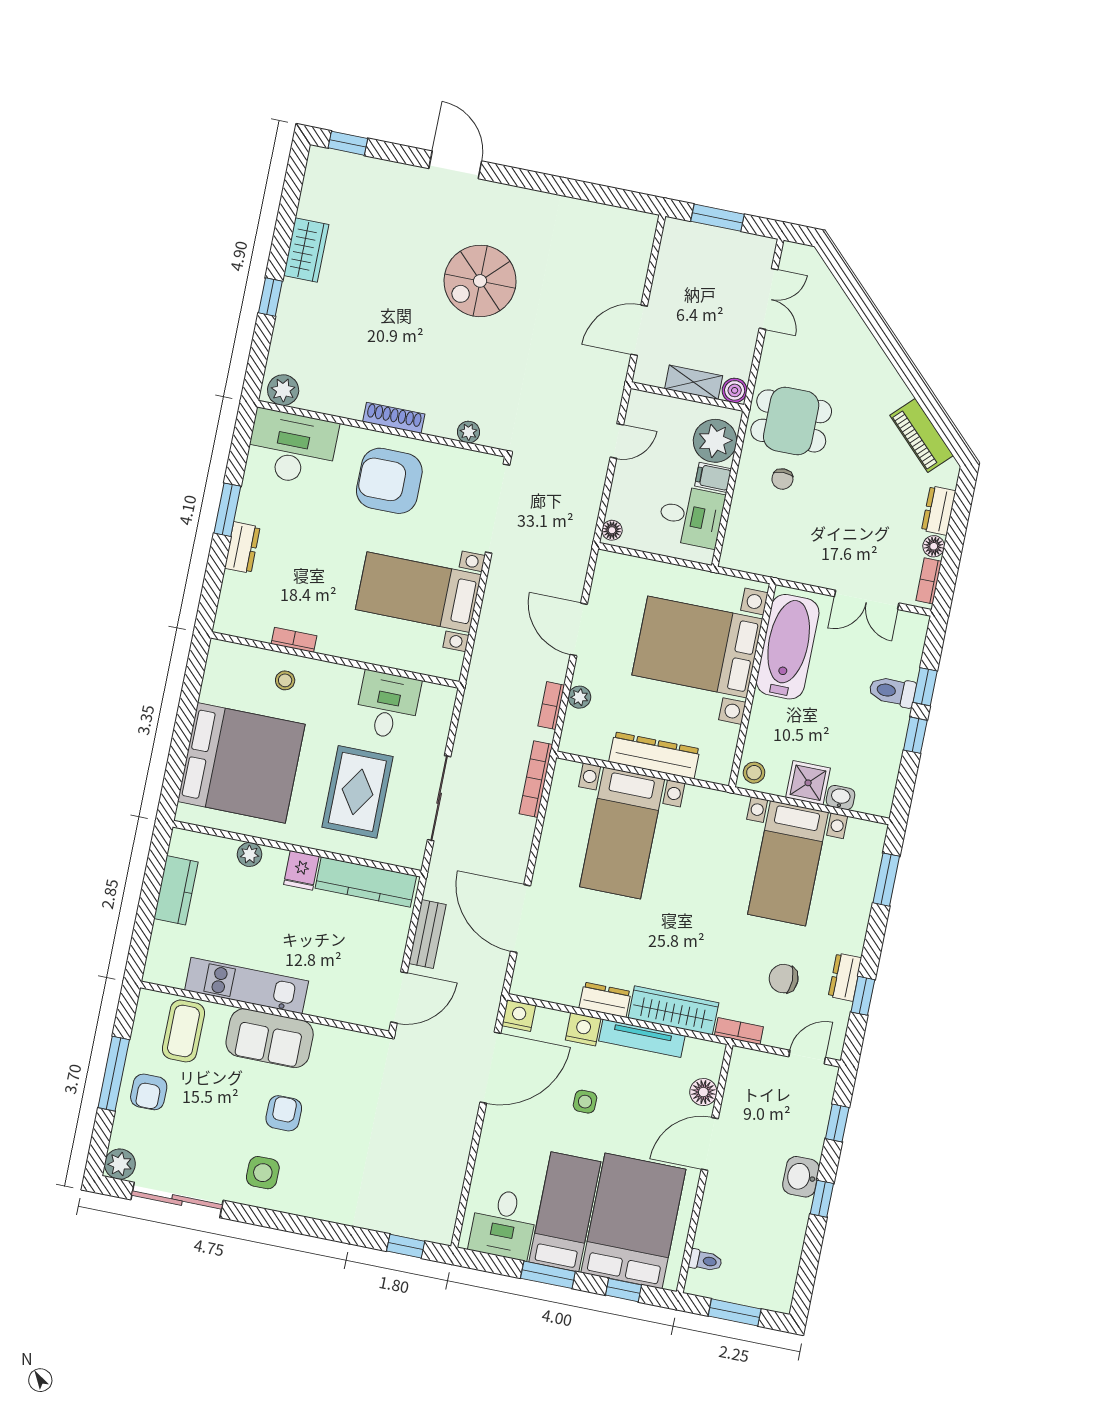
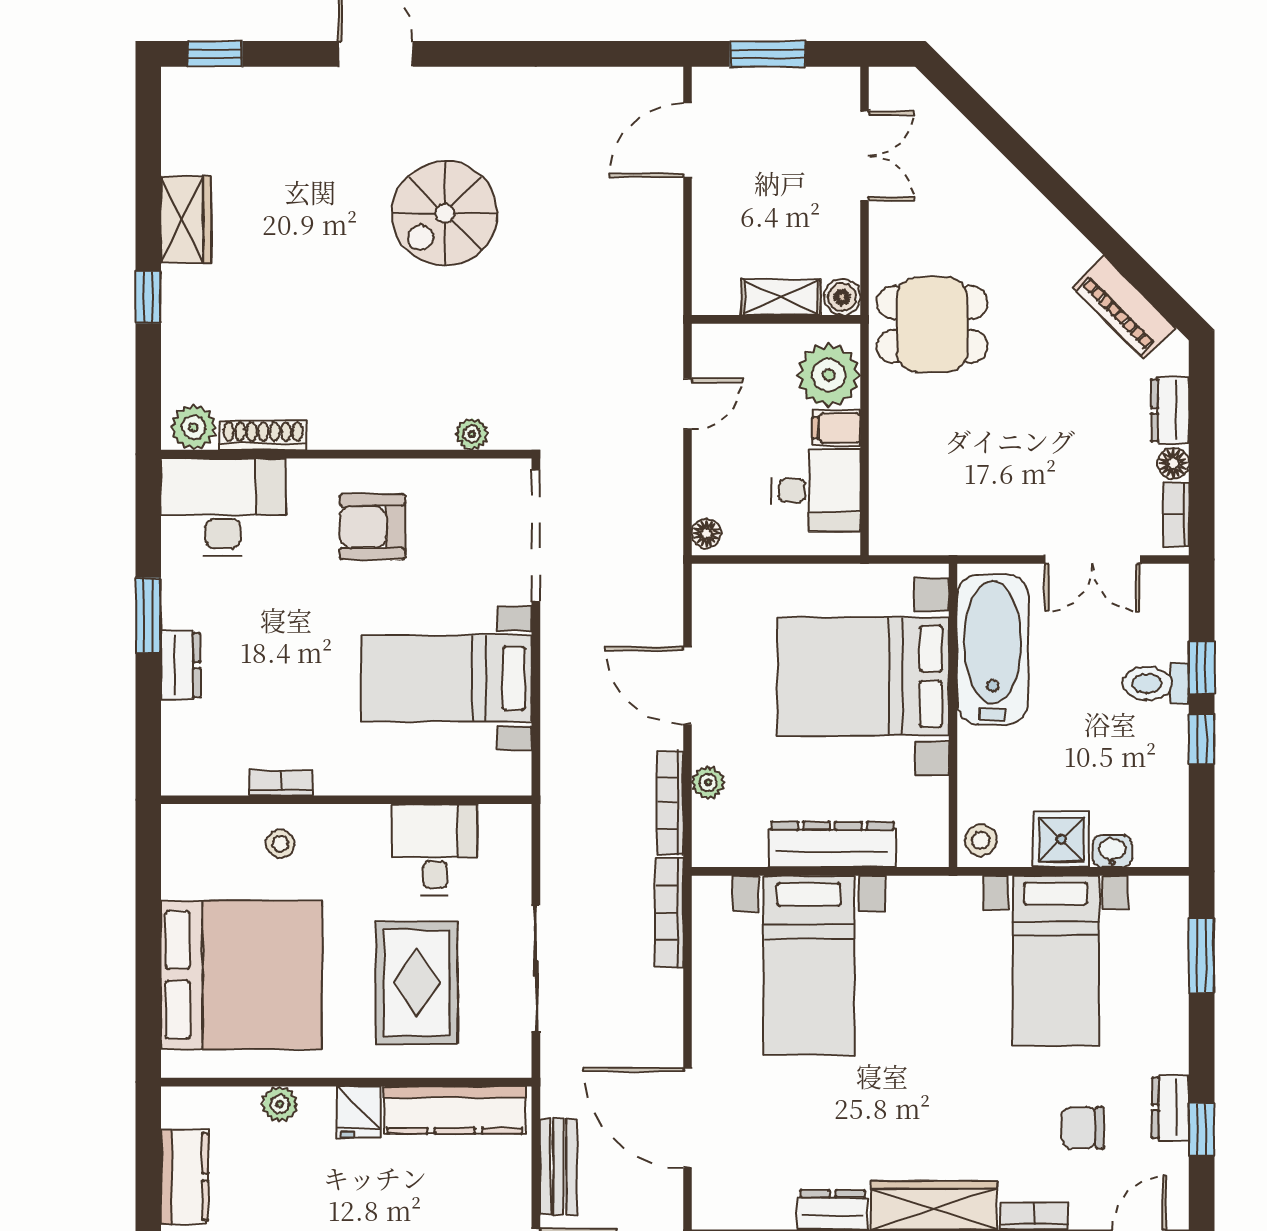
door: (639, 330) -> (688, 140), moved
shoe rack: (394, 418) -> (263, 435), moved
chair: (782, 479) -> (937, 410), removed
armchair: (389, 481) -> (372, 527), width x0.73, depth x0.73
bookcase: (551, 706) -> (670, 803), width x1.56

